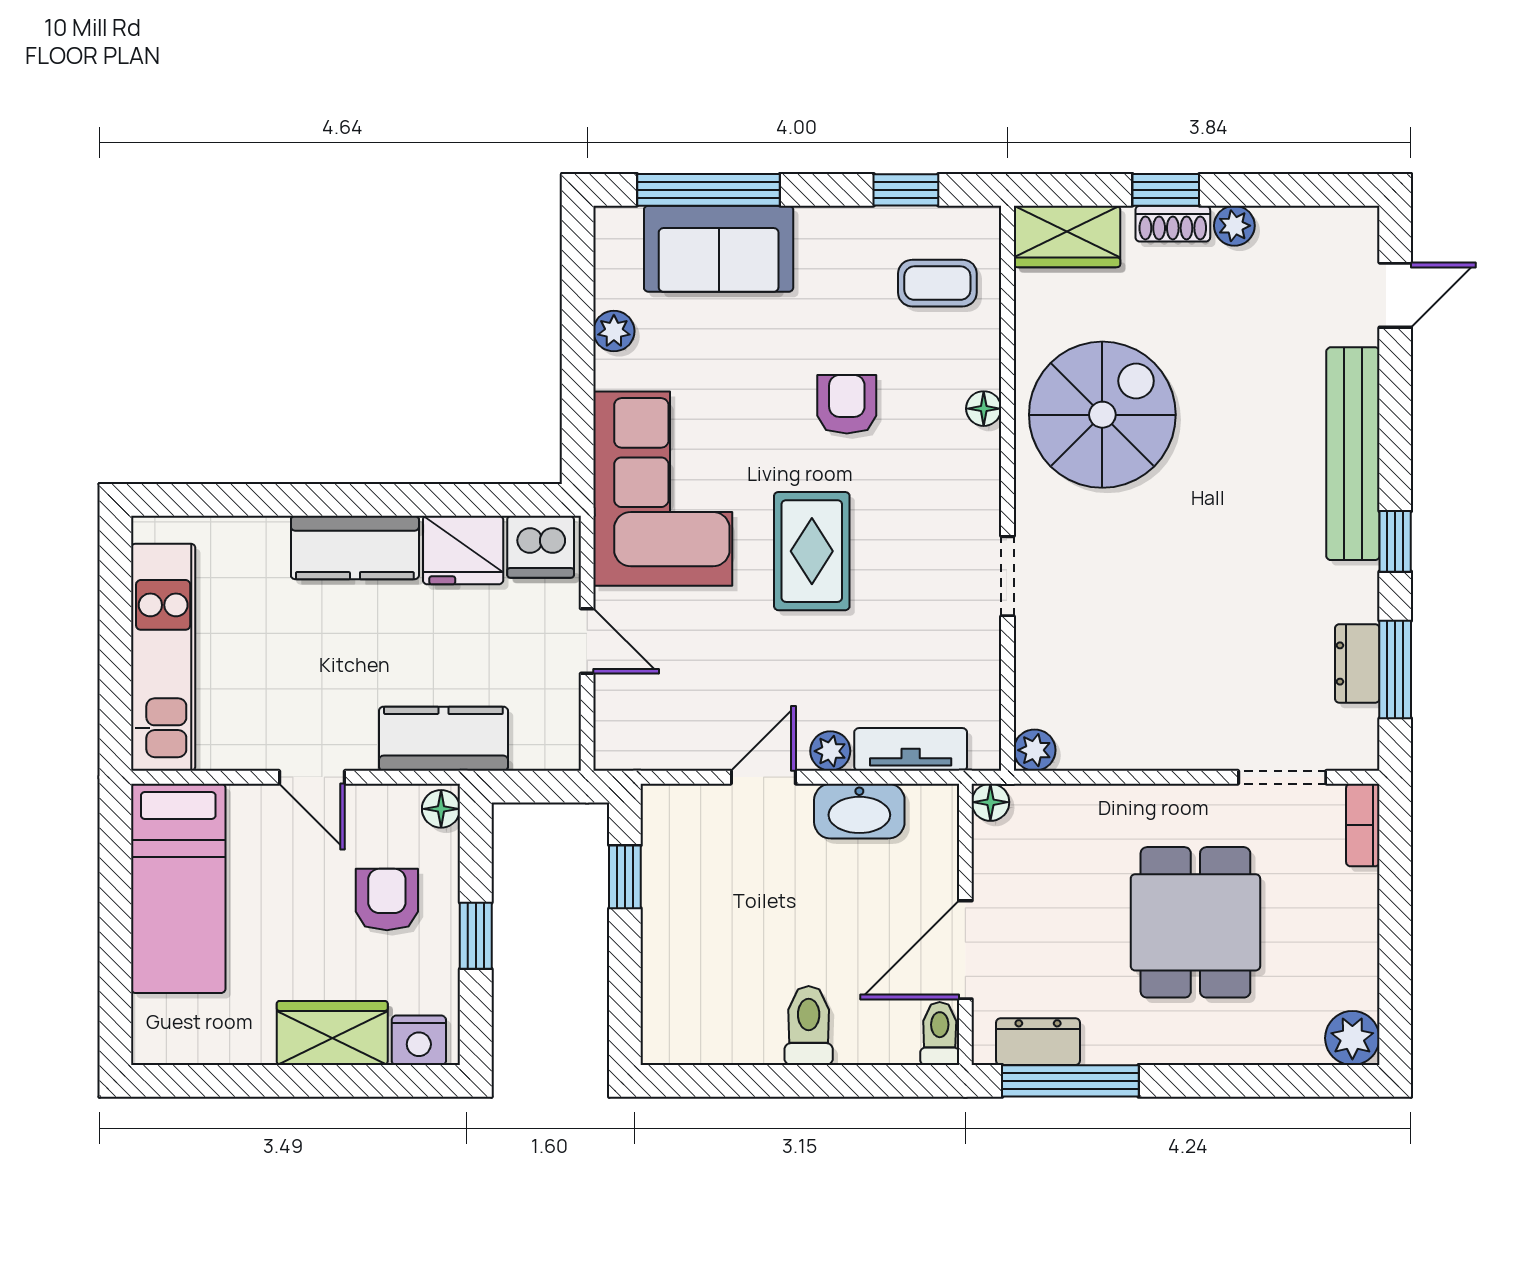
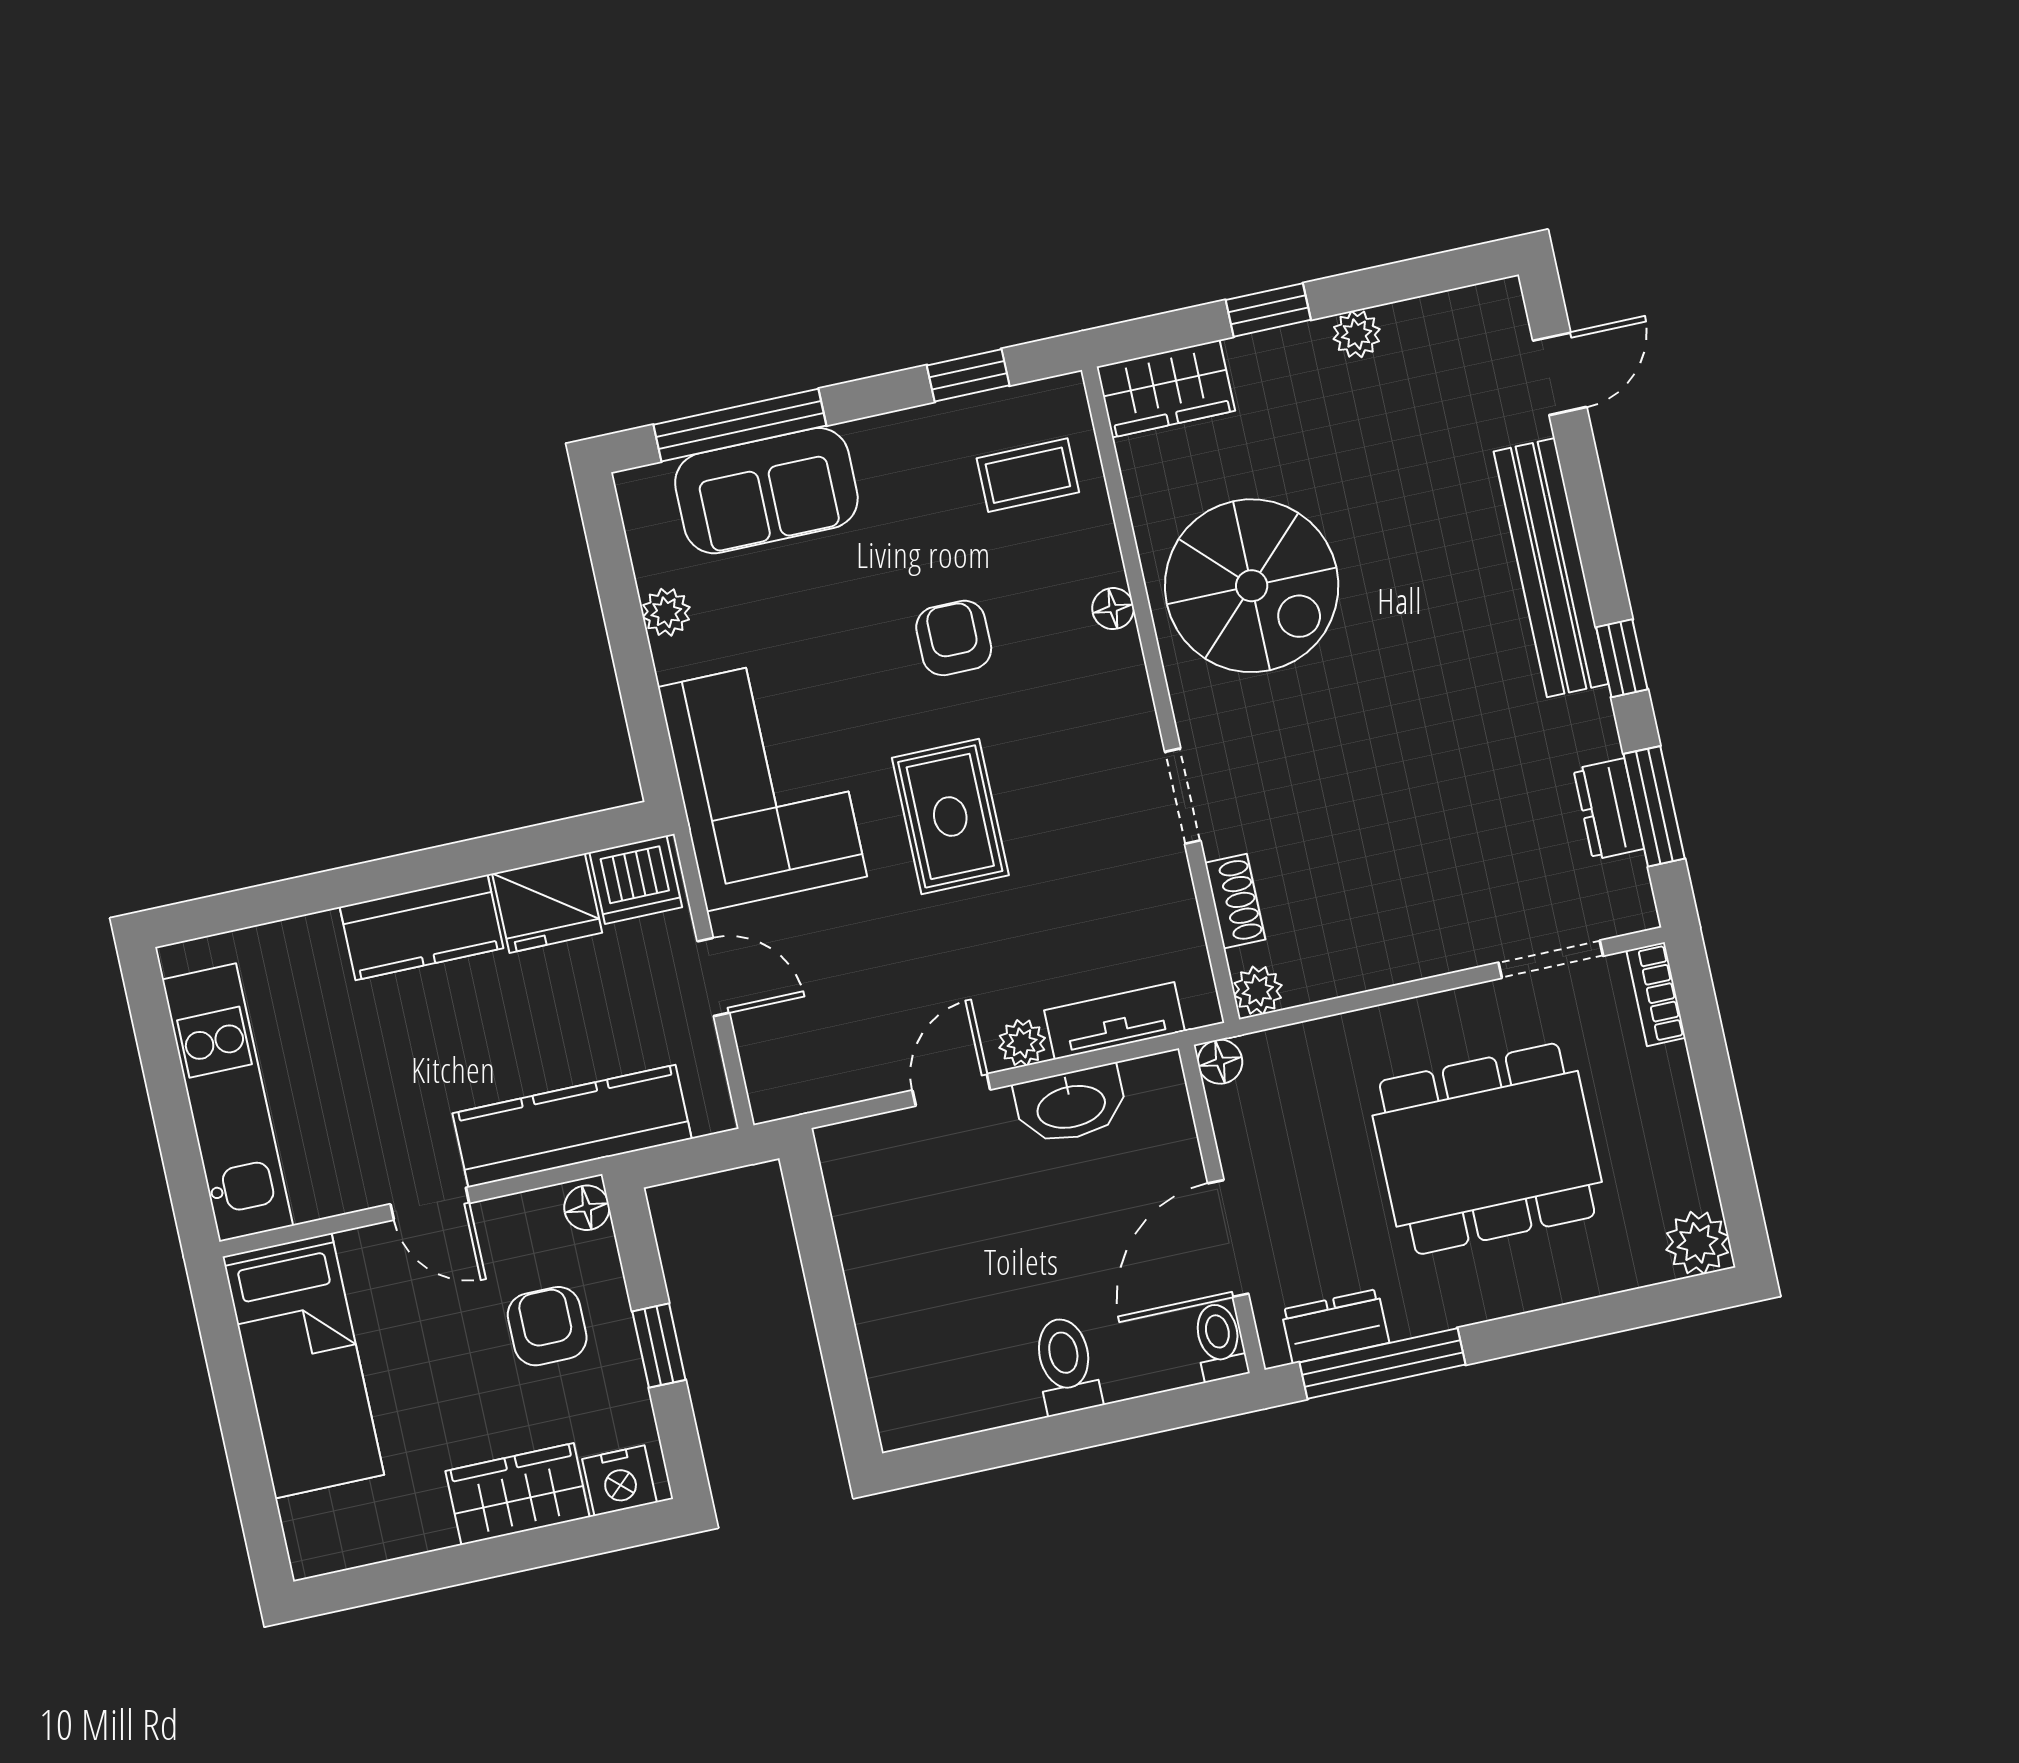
shoe rack: (1173, 224) -> (1235, 901), moved, turned -90
spiral stairs: (1102, 415) -> (1252, 586), turned 90
kitchen counter: (443, 739) -> (572, 1126), width x1.50
window: (625, 877) -> (817, 1240), removed
dining table: (1195, 922) -> (1487, 1149), width x1.38

